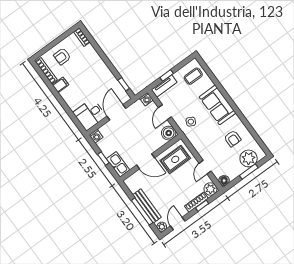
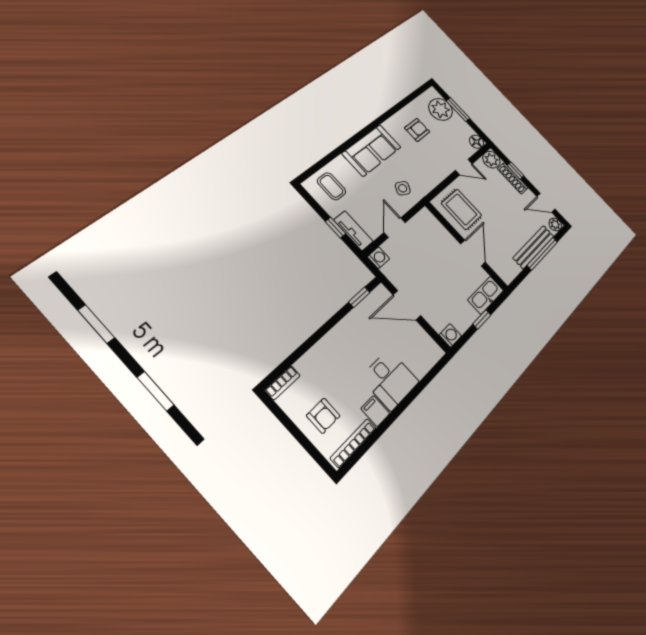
door: (165, 112) -> (395, 228), swing flipped
desk: (90, 114) -> (390, 380), moved
boiler: (169, 133) -> (425, 221), removed

